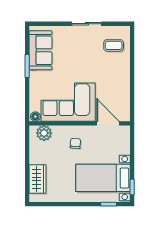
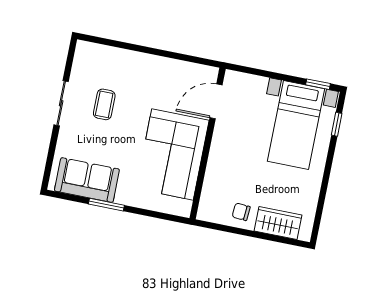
coffee table: (114, 45) -> (104, 104), moved
floor lamp: (35, 117) -> (184, 208), removed
plant: (44, 133) -> (211, 200), removed
chair: (75, 143) -> (241, 212), moved

